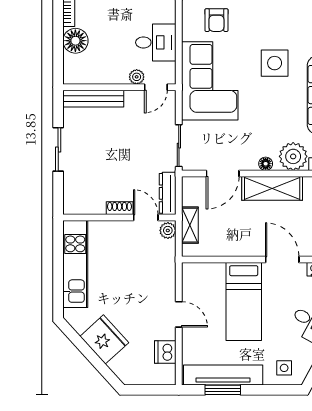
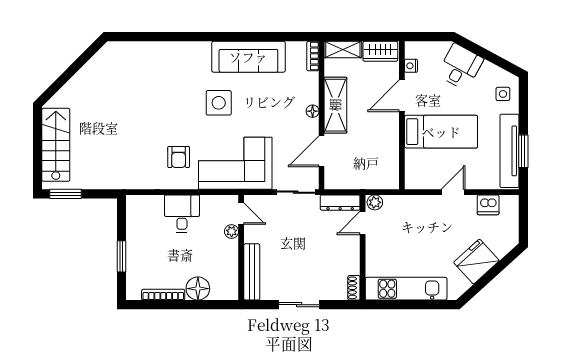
armchair: (216, 20) -> (179, 157), turned 90
desk: (156, 42) -> (182, 214), moved
plant: (293, 156) -> (306, 85), removed
door: (223, 173) -> (322, 151), swing flipped
shoe rack: (120, 208) -> (354, 288), moved
shelving: (190, 225) -> (370, 182), removed

